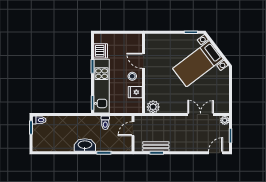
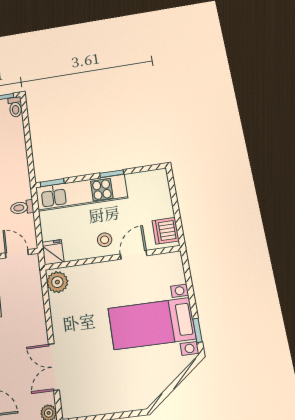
dishwasher: (101, 51) -> (166, 231), moved, turned 90
bed with nightstands: (198, 64) -> (152, 324), moved, turned -53
fridge: (135, 92) -> (53, 252), moved
double door: (201, 115) -> (54, 367), swing flipped

